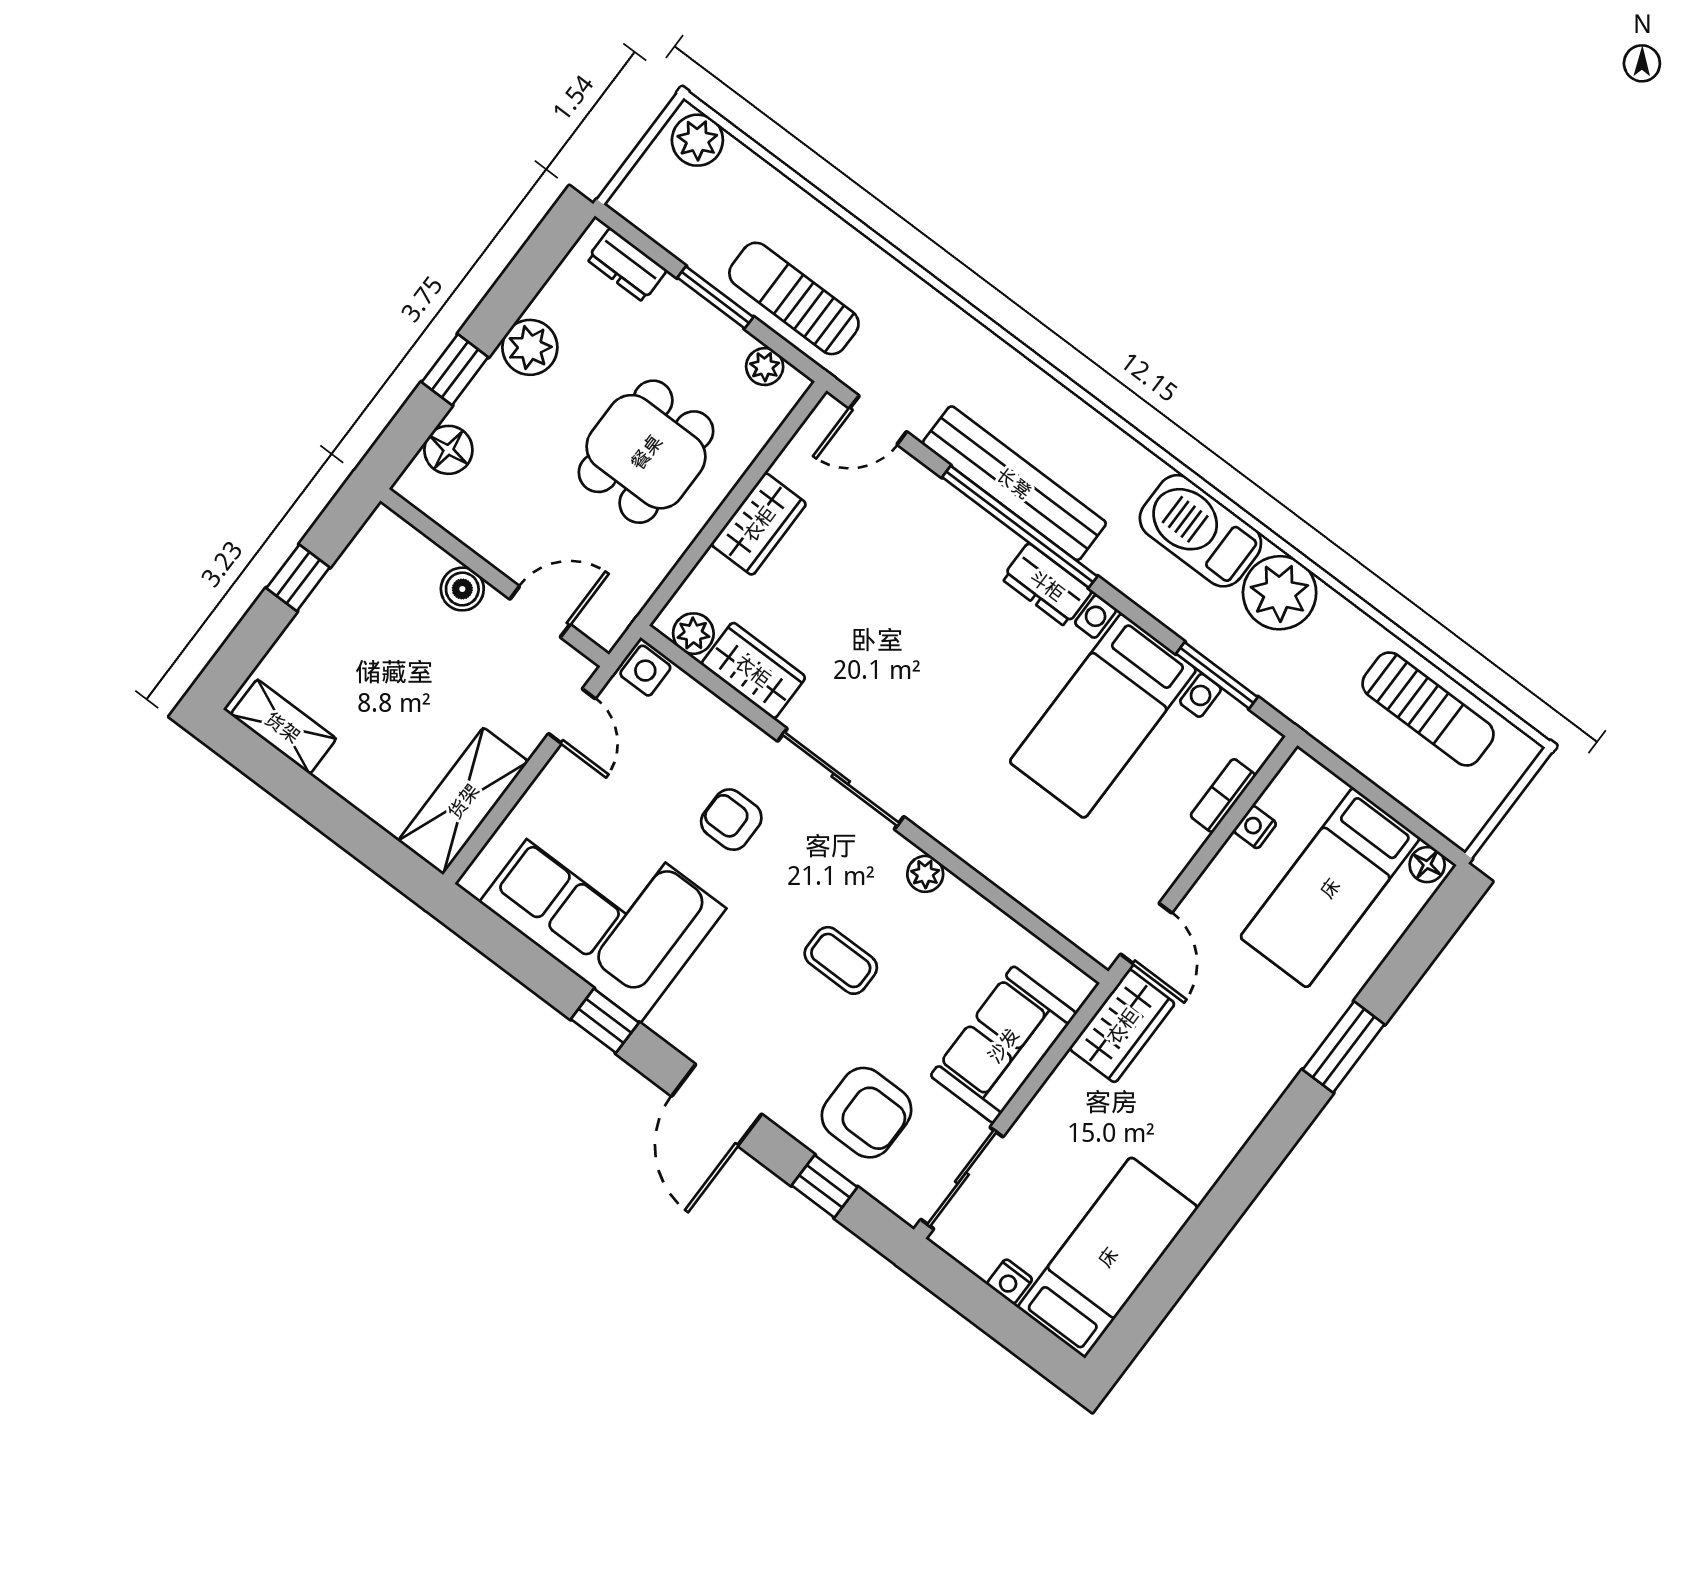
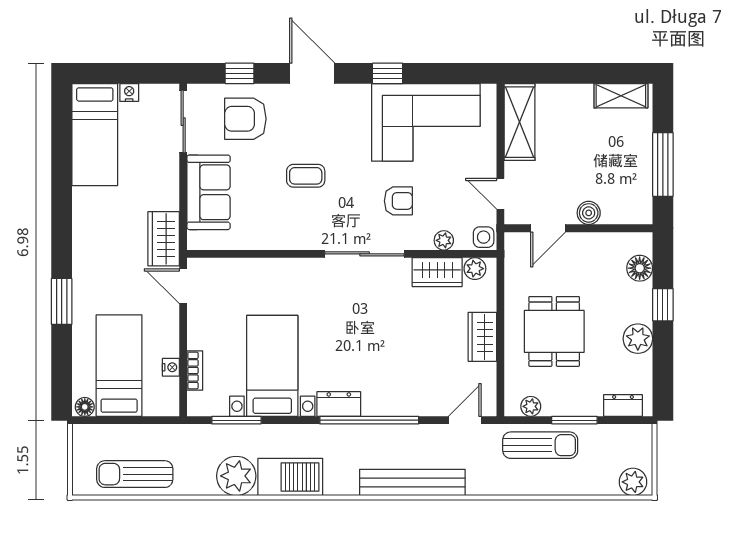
bench: (1014, 483) -> (412, 482), moved
window: (298, 578) -> (663, 165), width x2.17
plant: (925, 874) -> (444, 240), moved

